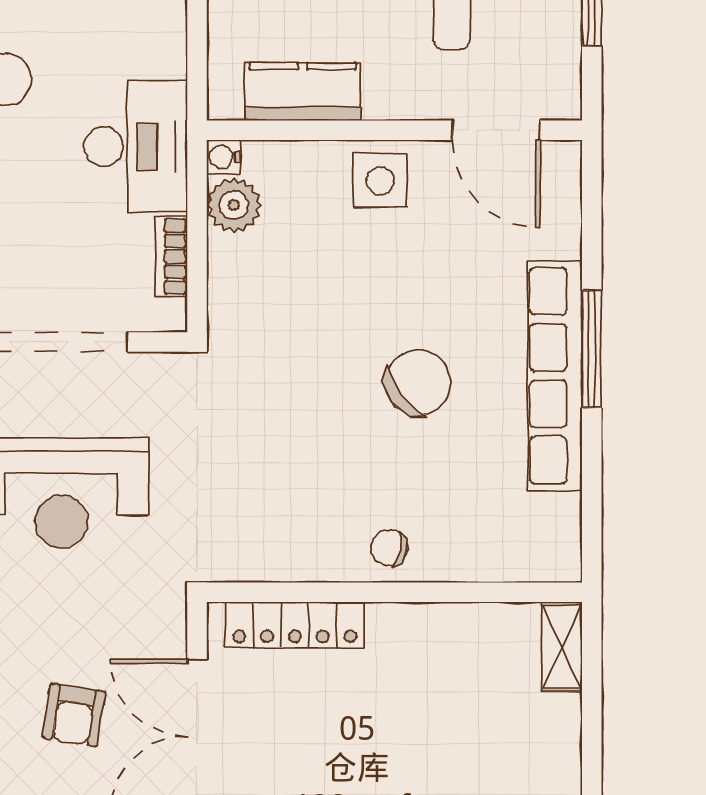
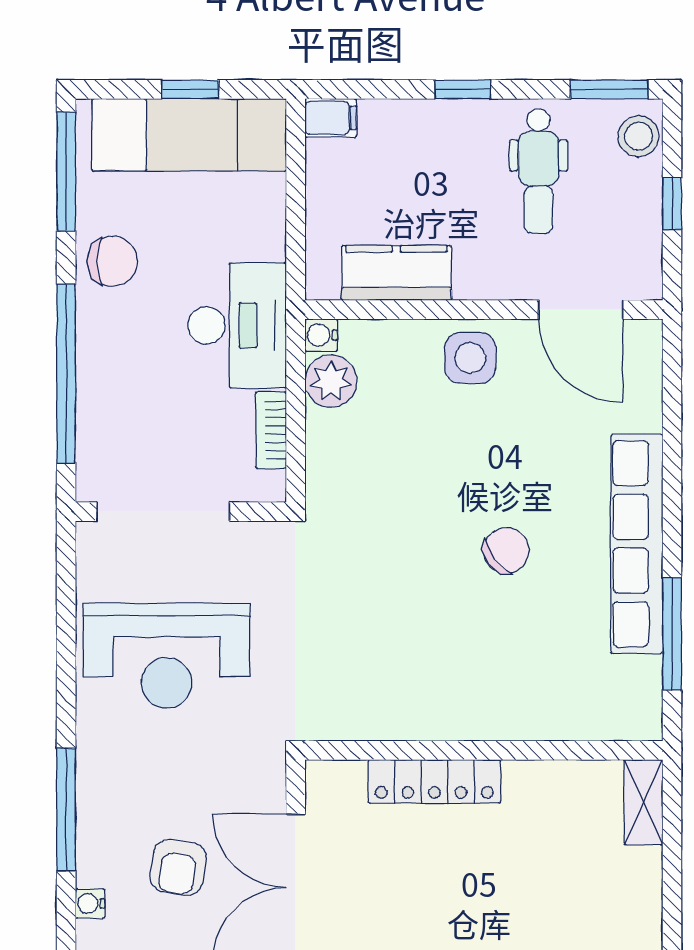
window: (592, 349) -> (672, 634), moved
chair: (418, 383) -> (506, 550), width x0.73, depth x0.73
chair: (389, 548) -> (479, 708), removed
locker: (295, 625) -> (434, 781), moved

